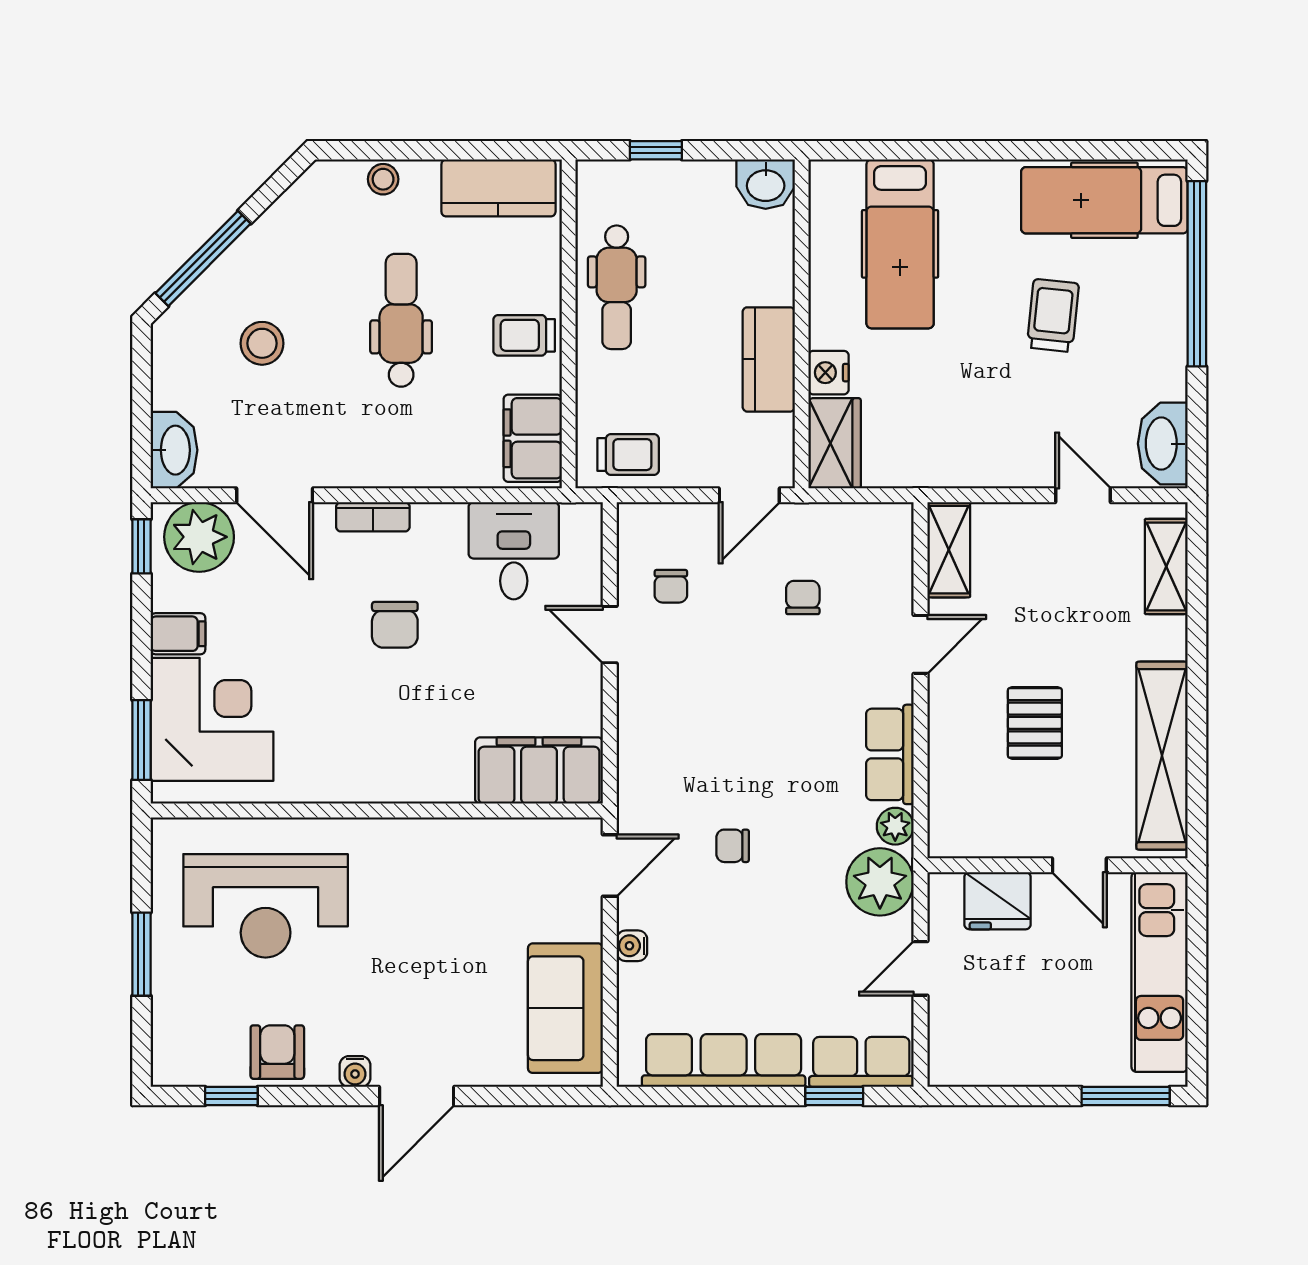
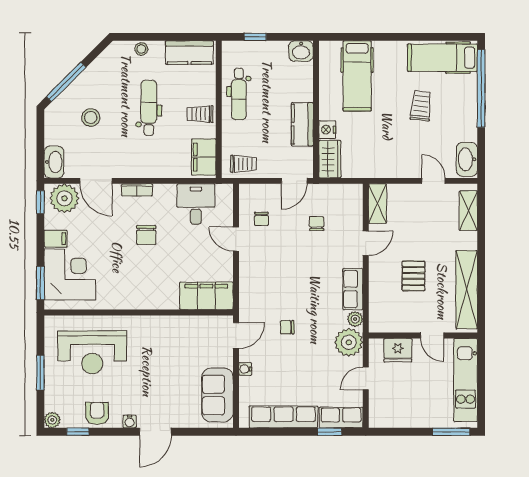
plant: (170, 1068) -> (52, 420), added

